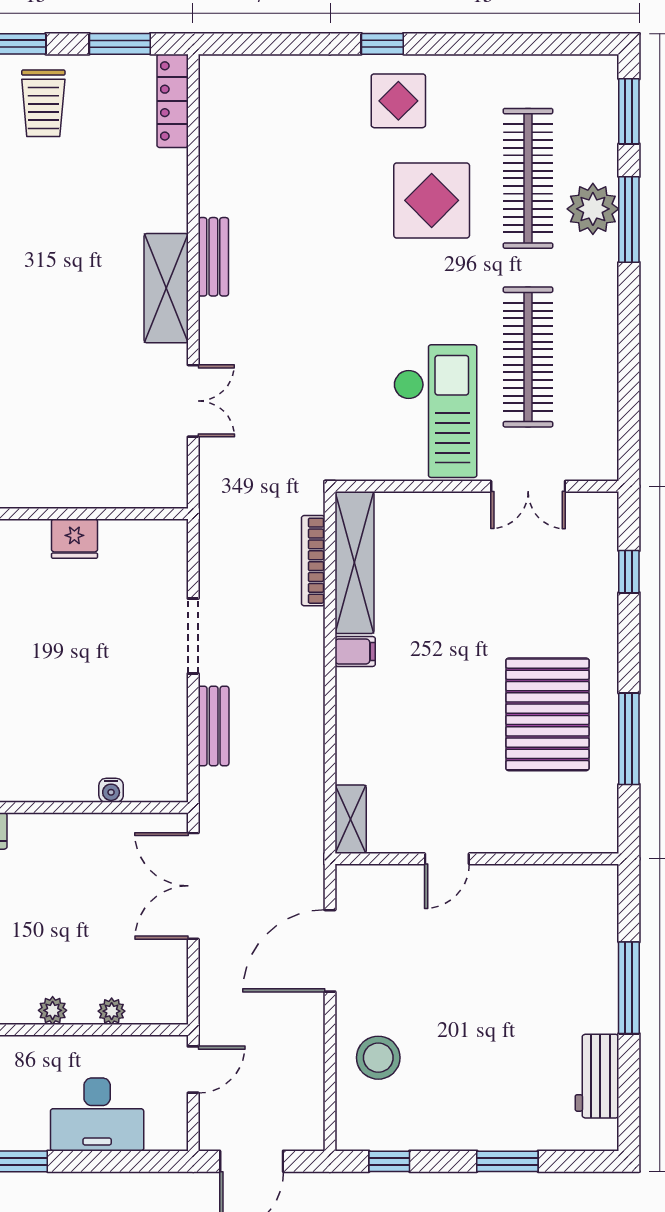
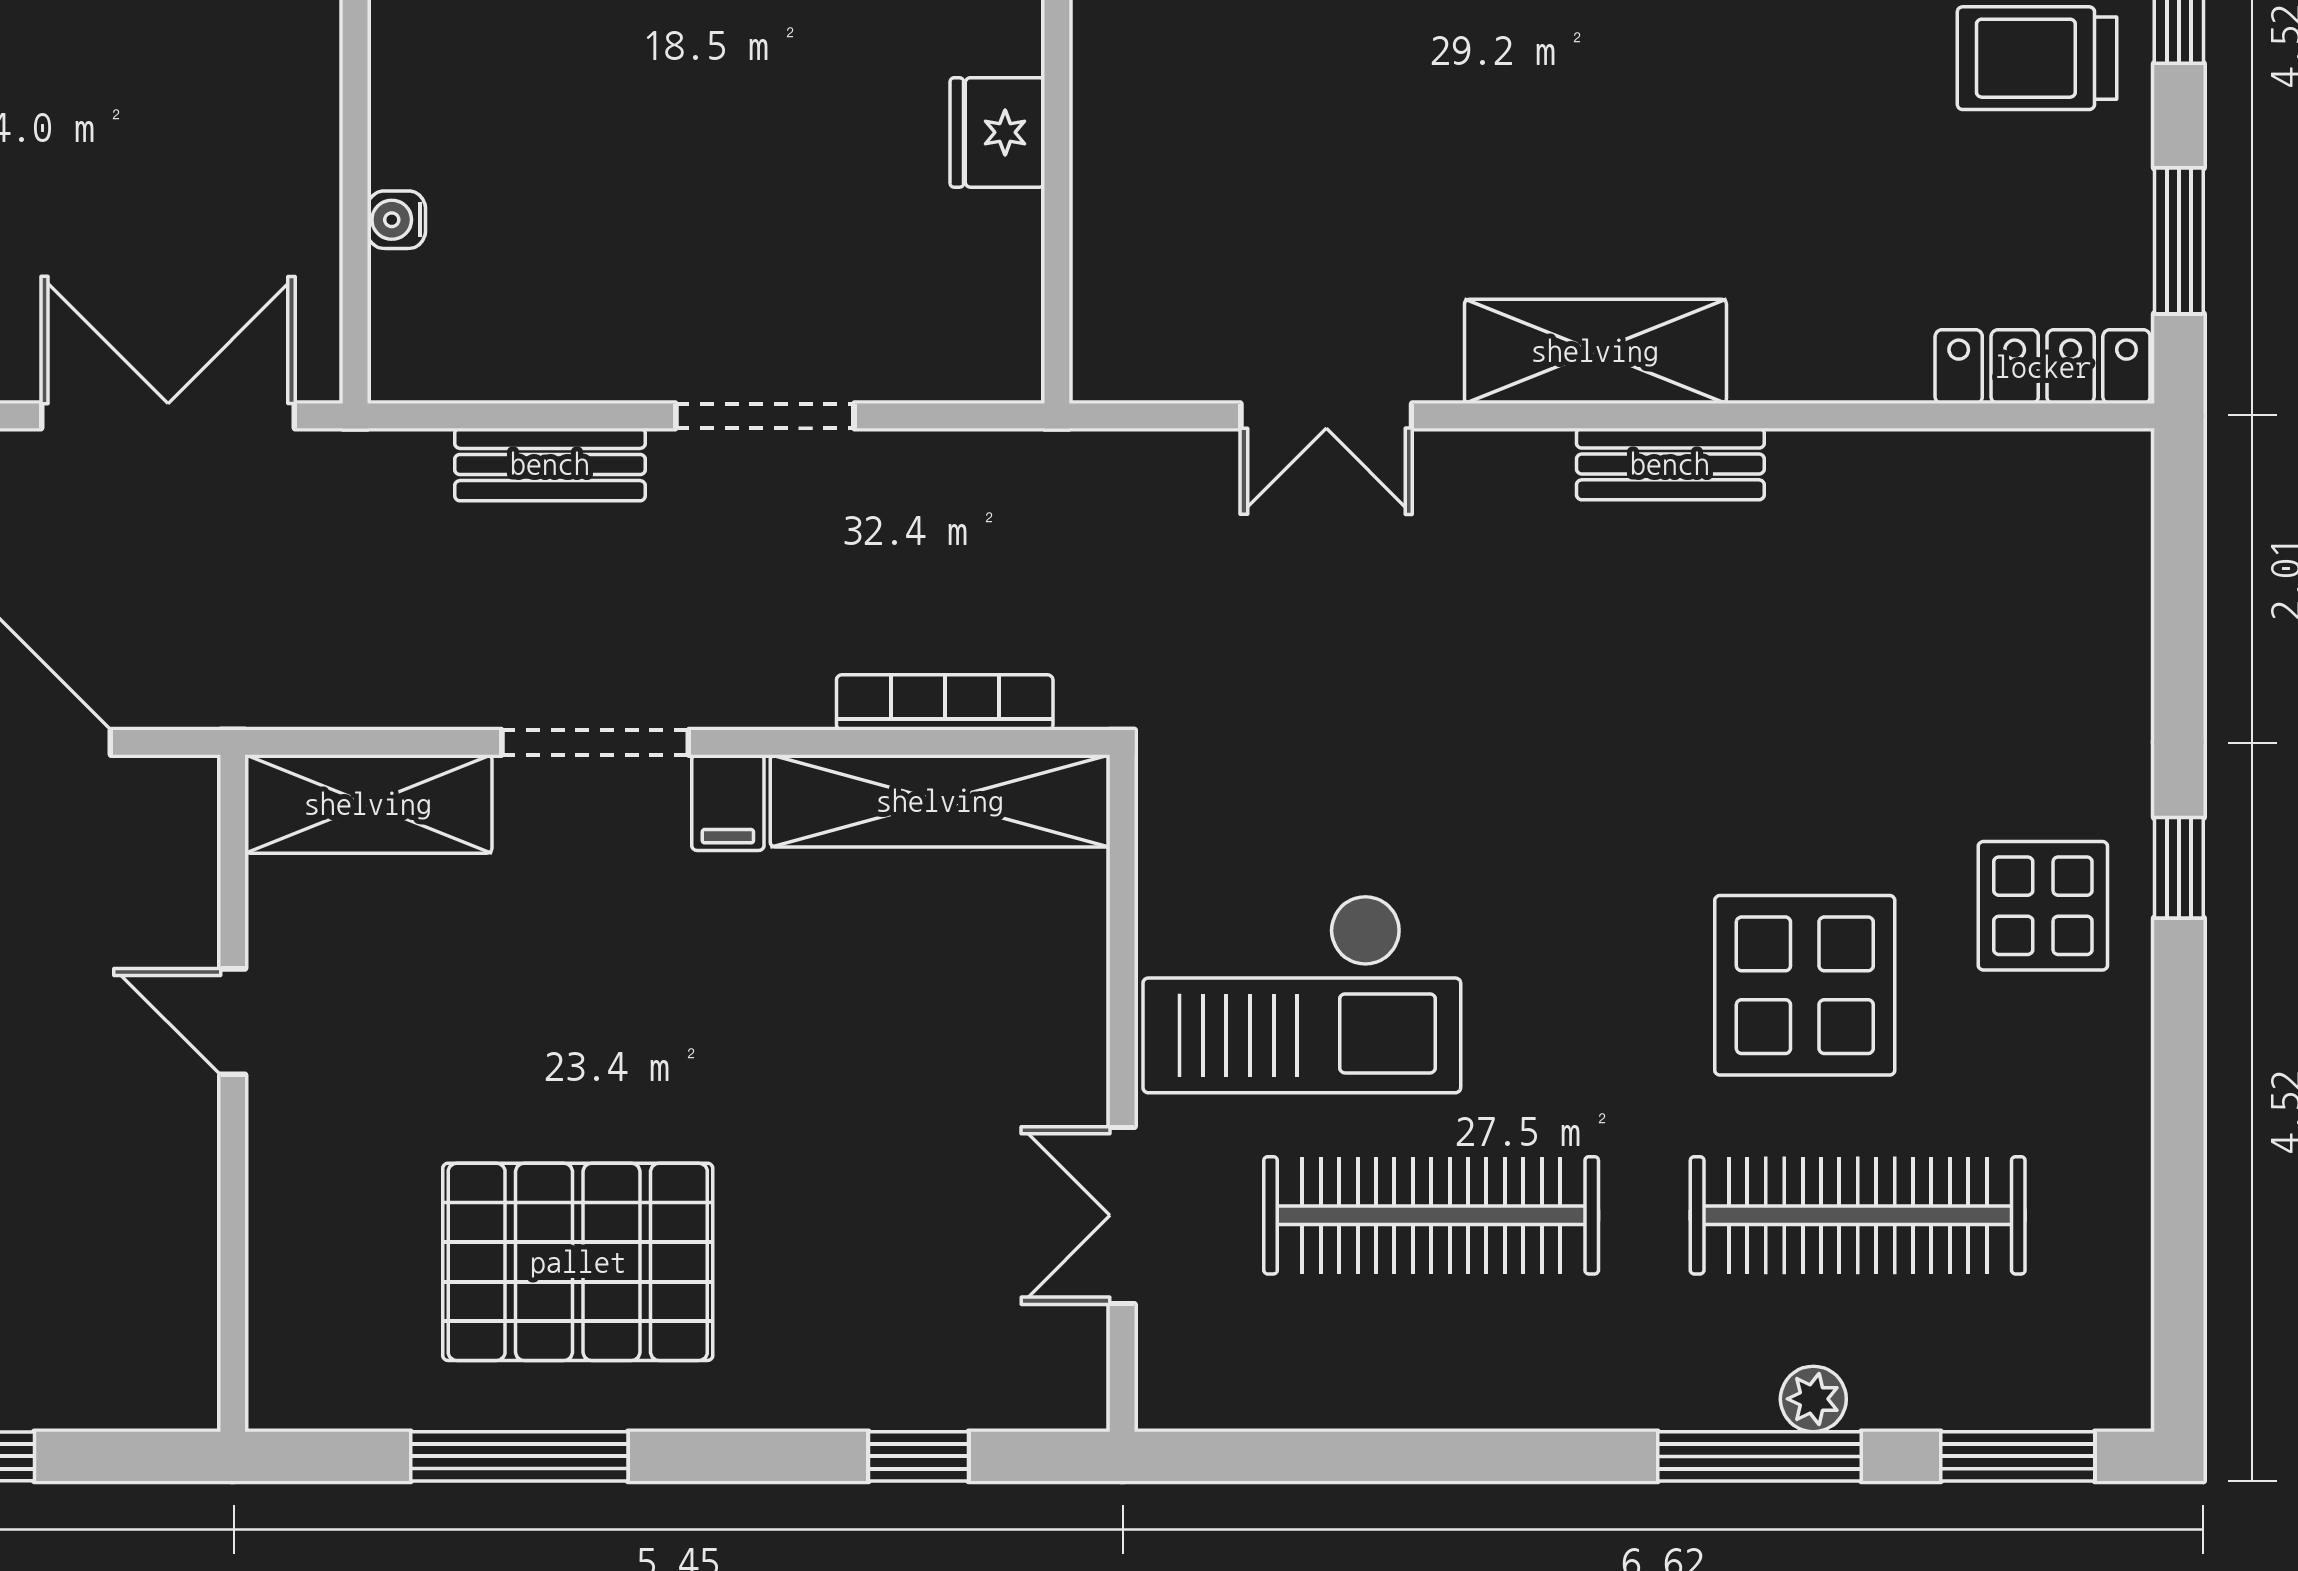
plant: (593, 209) -> (1813, 1399), width x0.53, depth x0.53
doorway: (330, 707) -> (595, 742), added
shelving: (351, 819) -> (368, 804), width x1.50, depth x1.33

